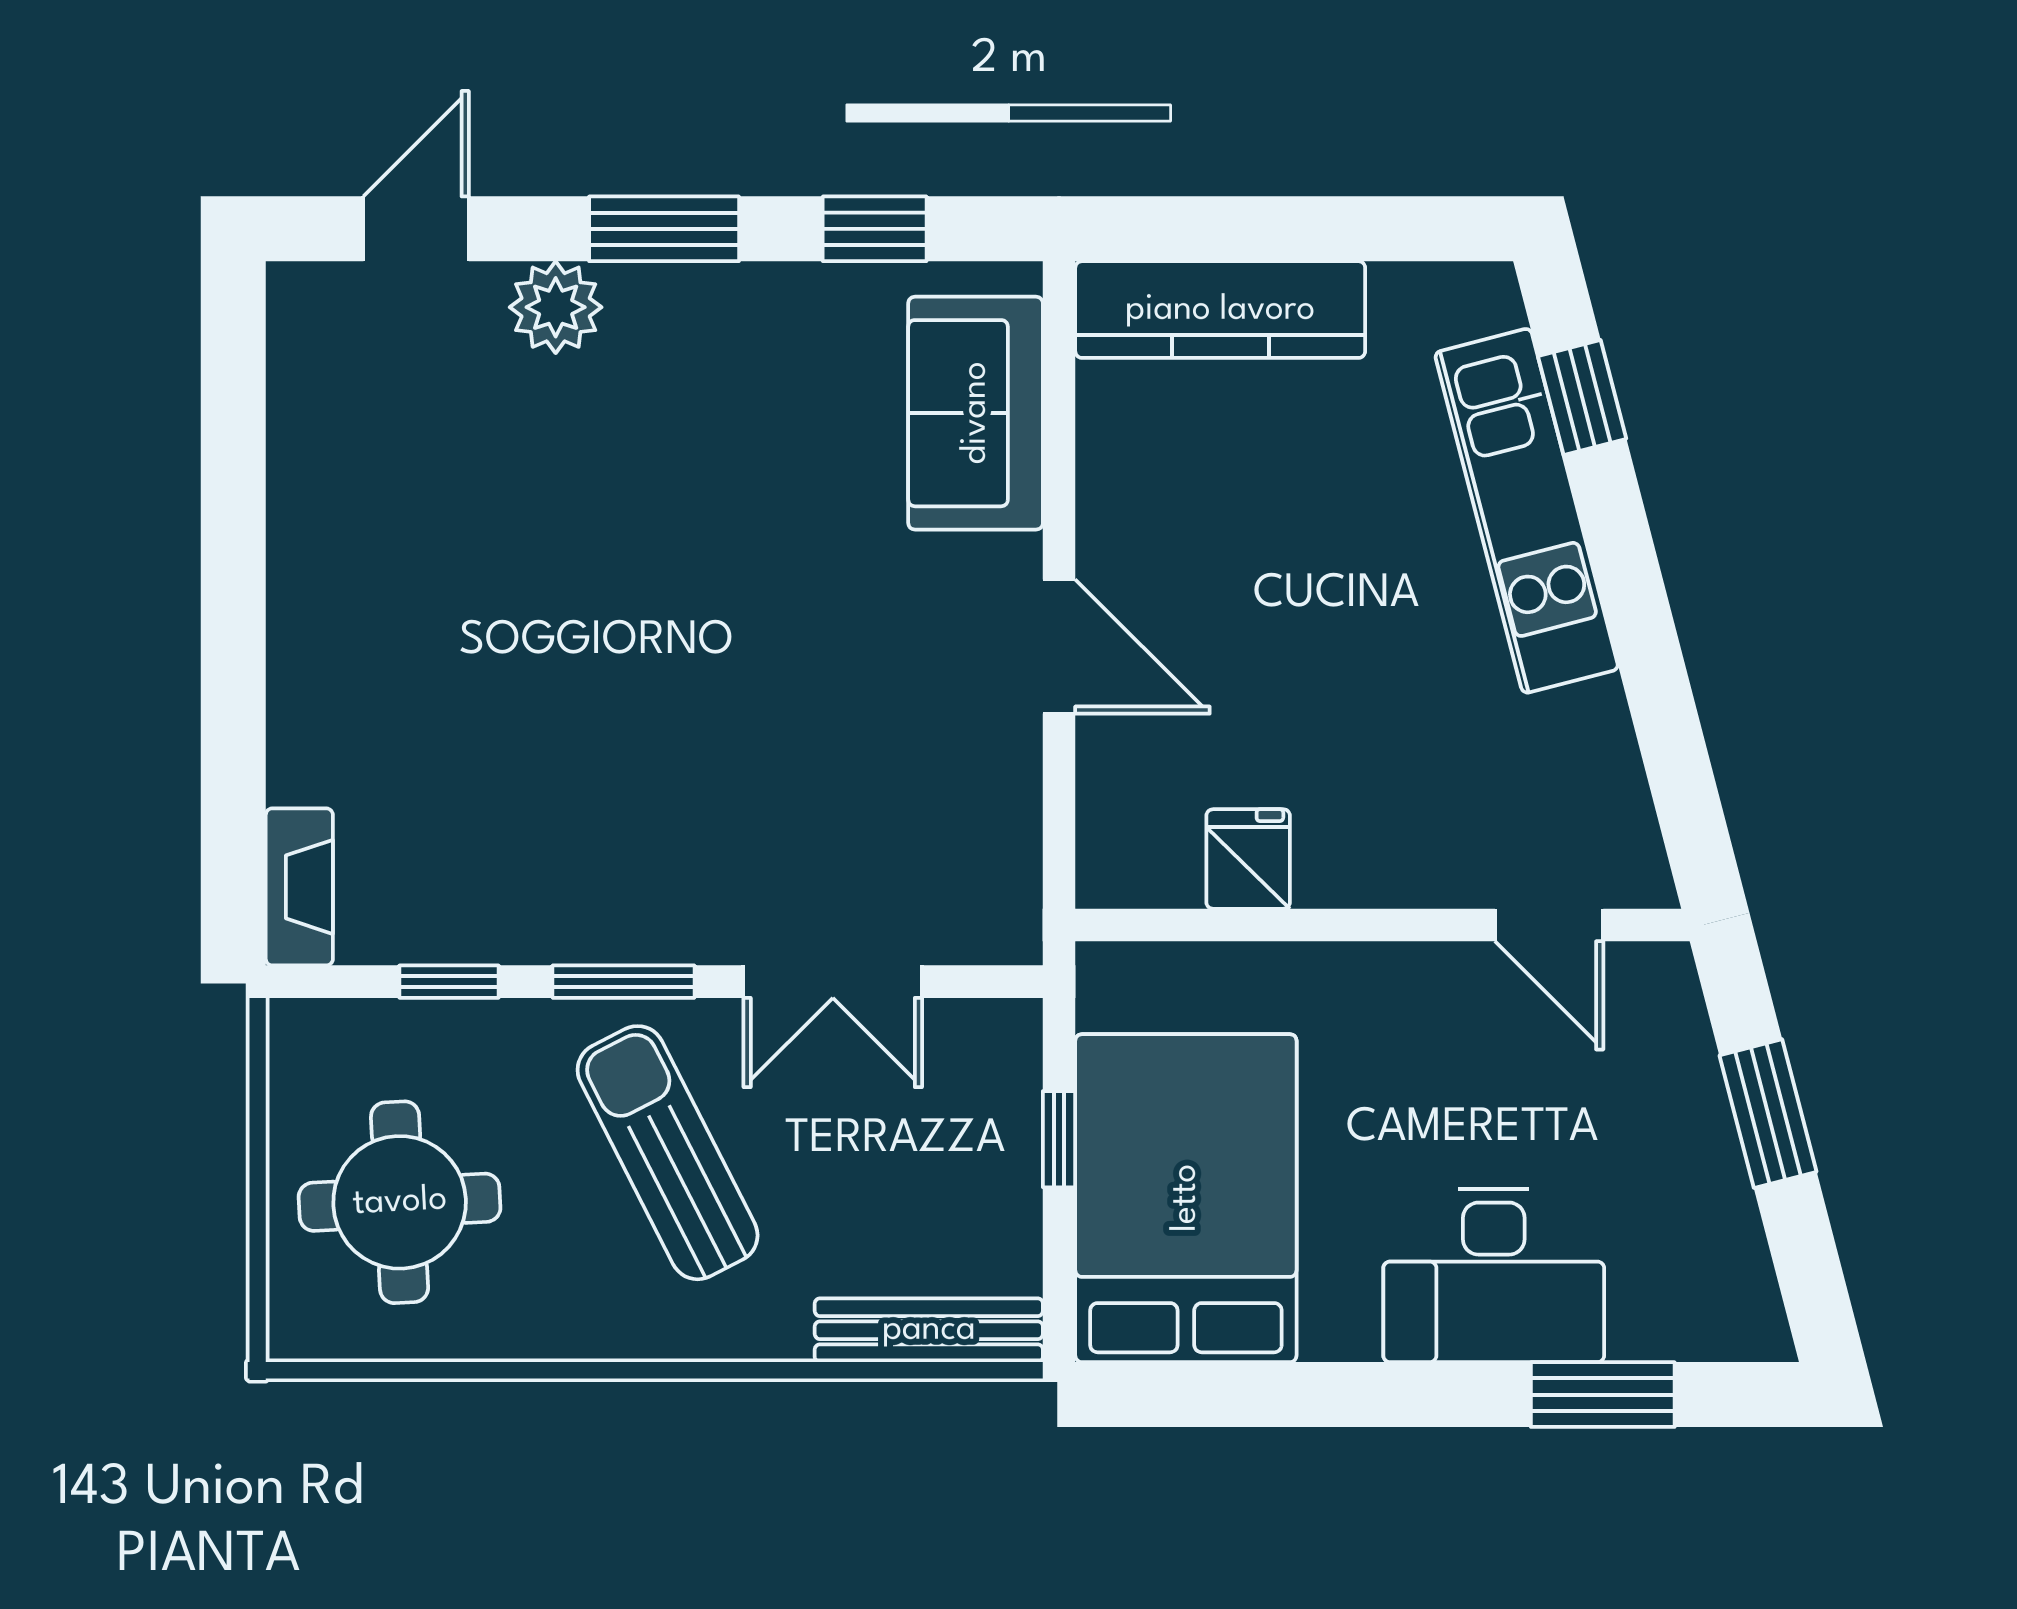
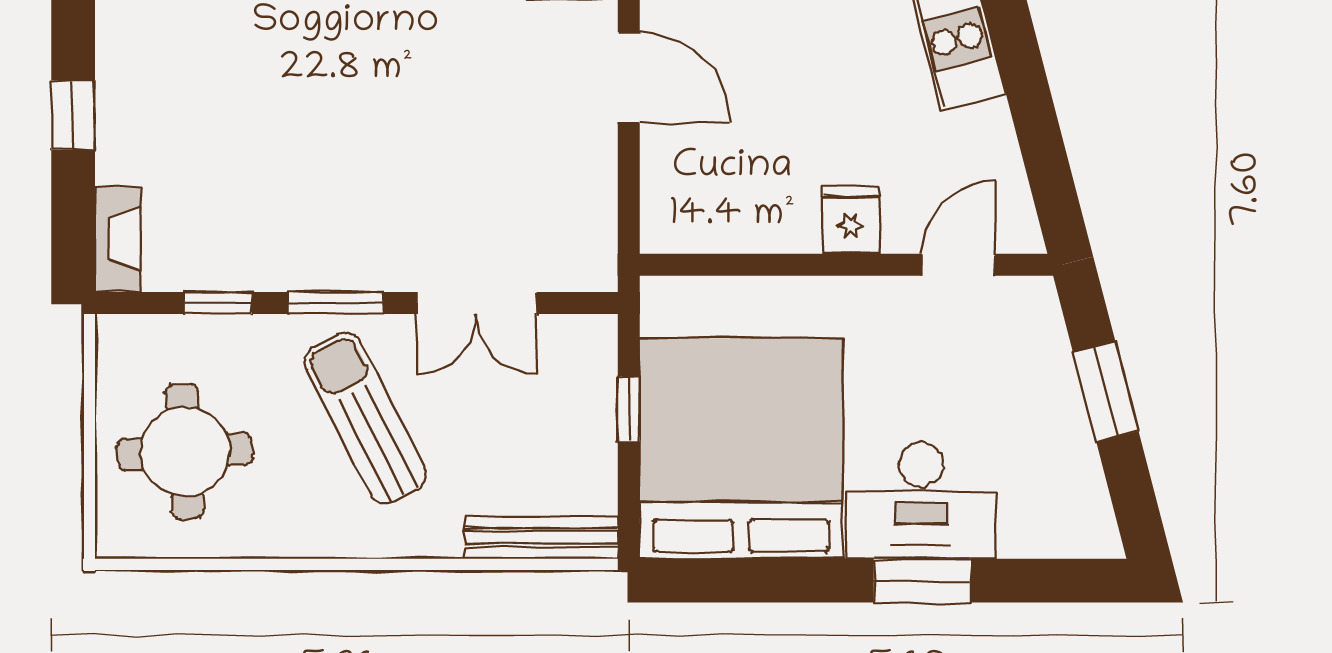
window: (233, 703) -> (73, 115), added
fridge: (1248, 859) -> (851, 220), moved
door: (1549, 925) -> (959, 265), swing flipped
bed: (1186, 1198) -> (741, 449), width x1.36
window: (1603, 1395) -> (922, 581), moved

